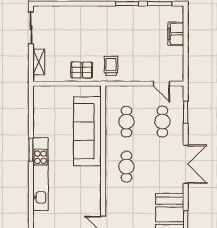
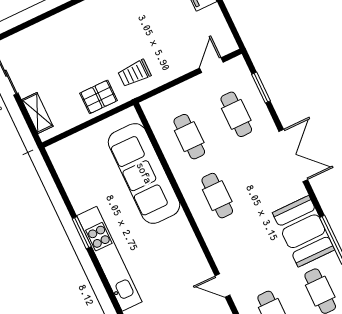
trolley: (111, 66) -> (134, 73), turned -90
door: (161, 84) -> (211, 65), swing flipped

